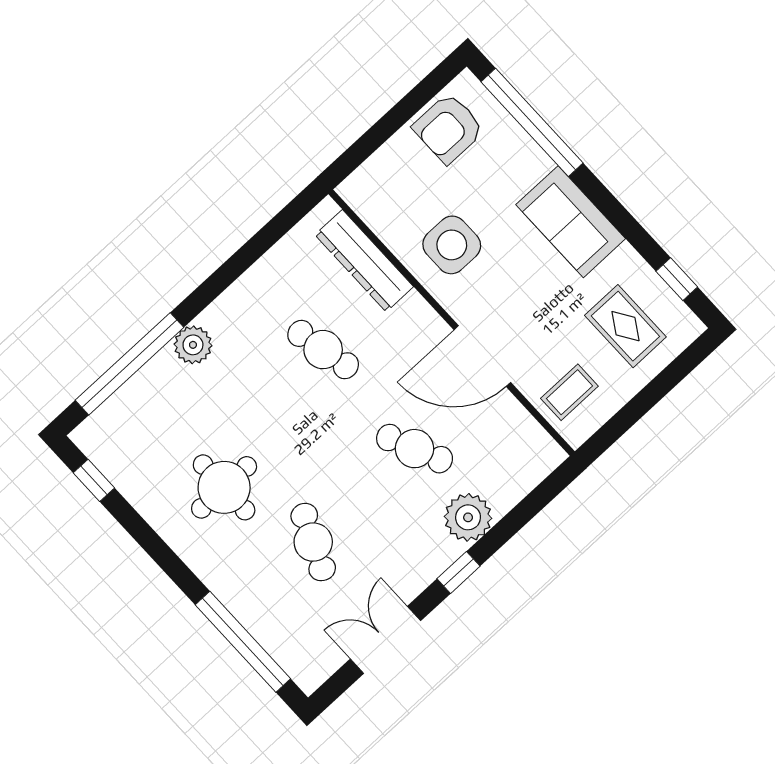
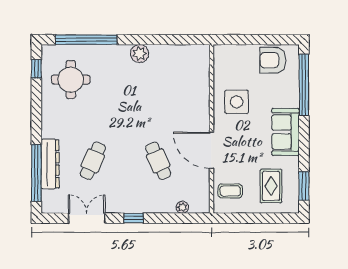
dresser: (364, 261) -> (50, 164), moved, turned 180
window: (677, 279) -> (304, 186), width x1.50
plant: (193, 345) -> (140, 53), moved
cafe table: (323, 350) -> (158, 97), removed
round table: (224, 487) -> (71, 80), moved
plant: (468, 517) -> (182, 207), moved, width x0.53, depth x0.53

